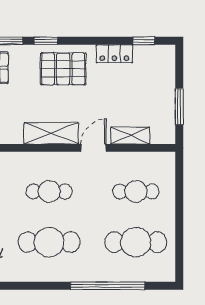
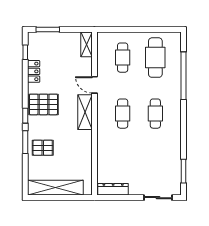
pallet: (63, 69) -> (43, 104), turned 90
window: (179, 107) -> (48, 30), moved
shelving: (130, 135) -> (86, 45), moved
cafe table: (49, 242) -> (155, 114), width x0.73, depth x0.74

